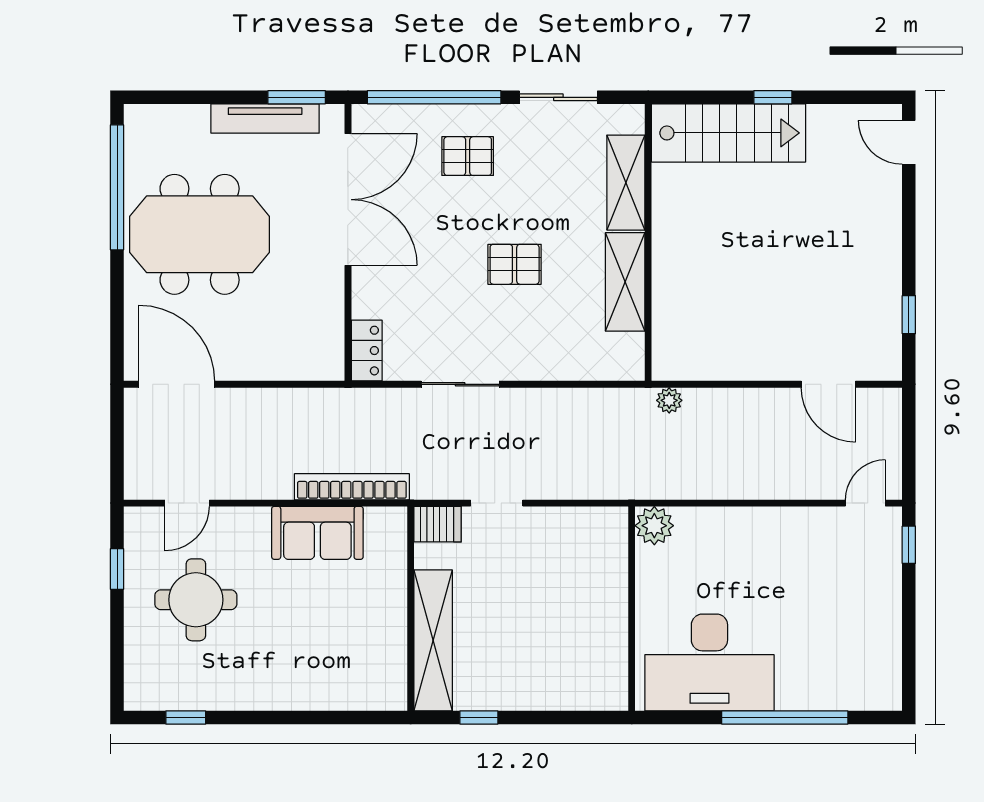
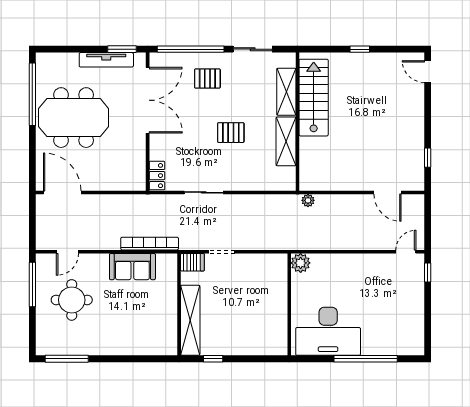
stairs: (729, 133) -> (314, 98), moved, turned -90
window: (117, 569) -> (32, 285), width x2.17
window: (186, 717) -> (67, 359), width x2.17

